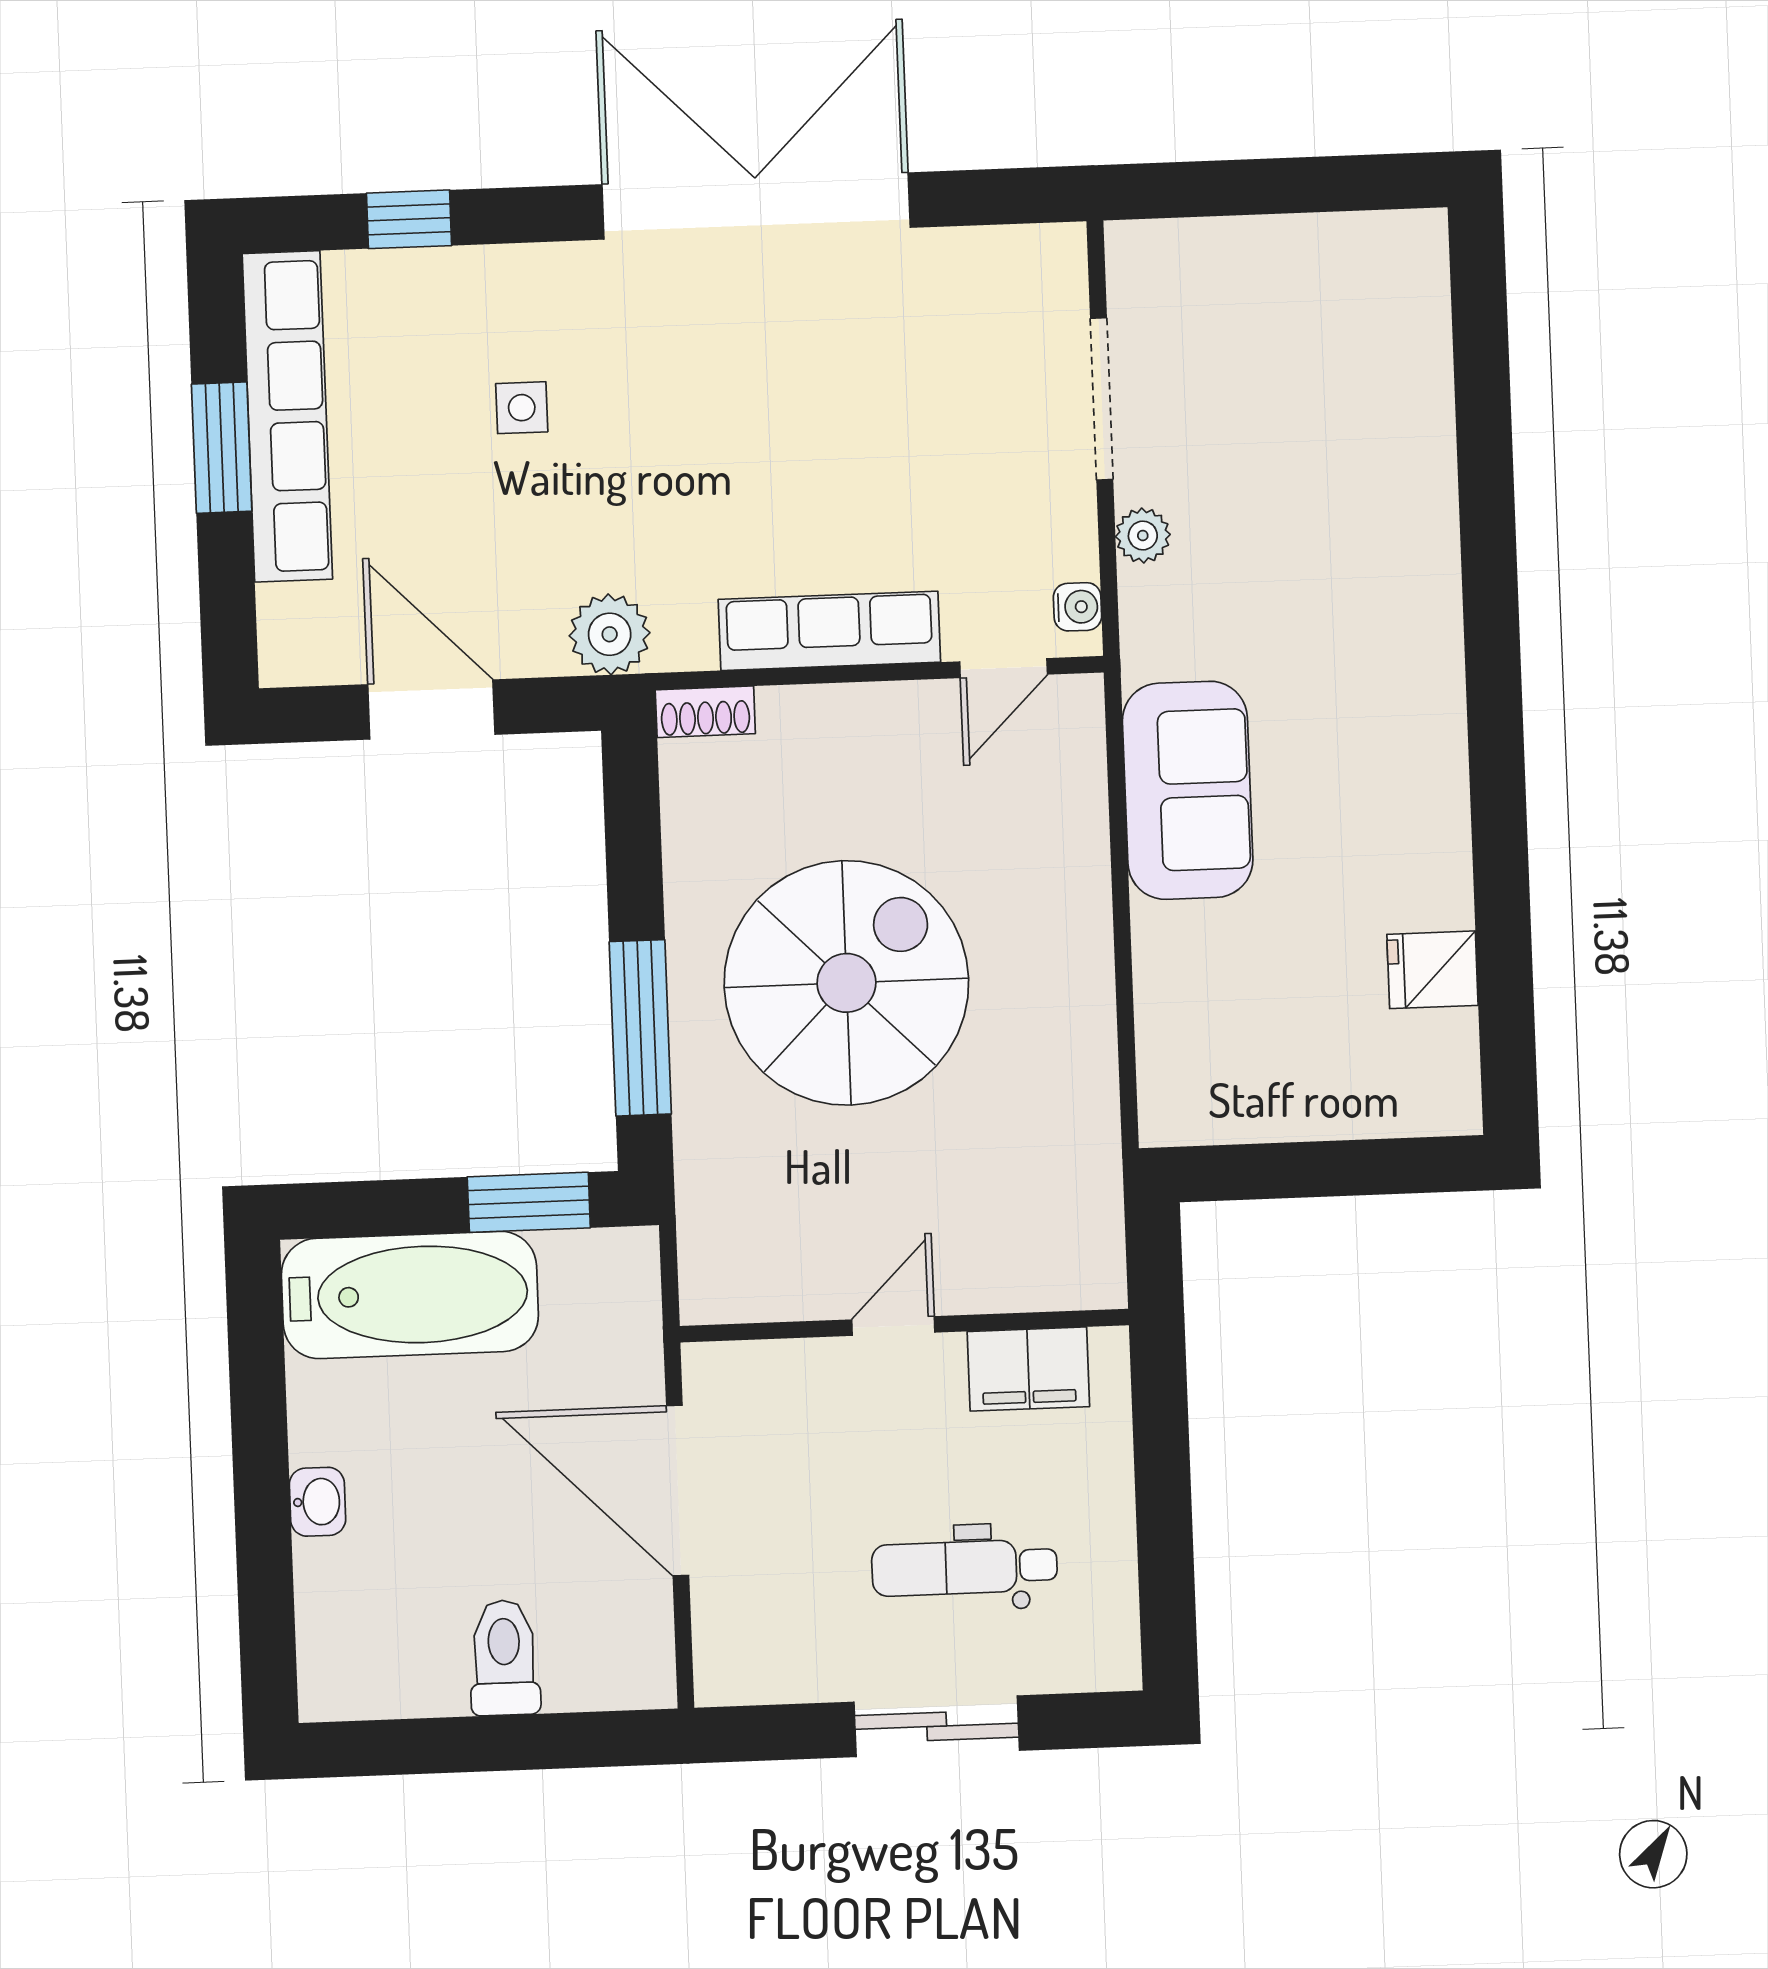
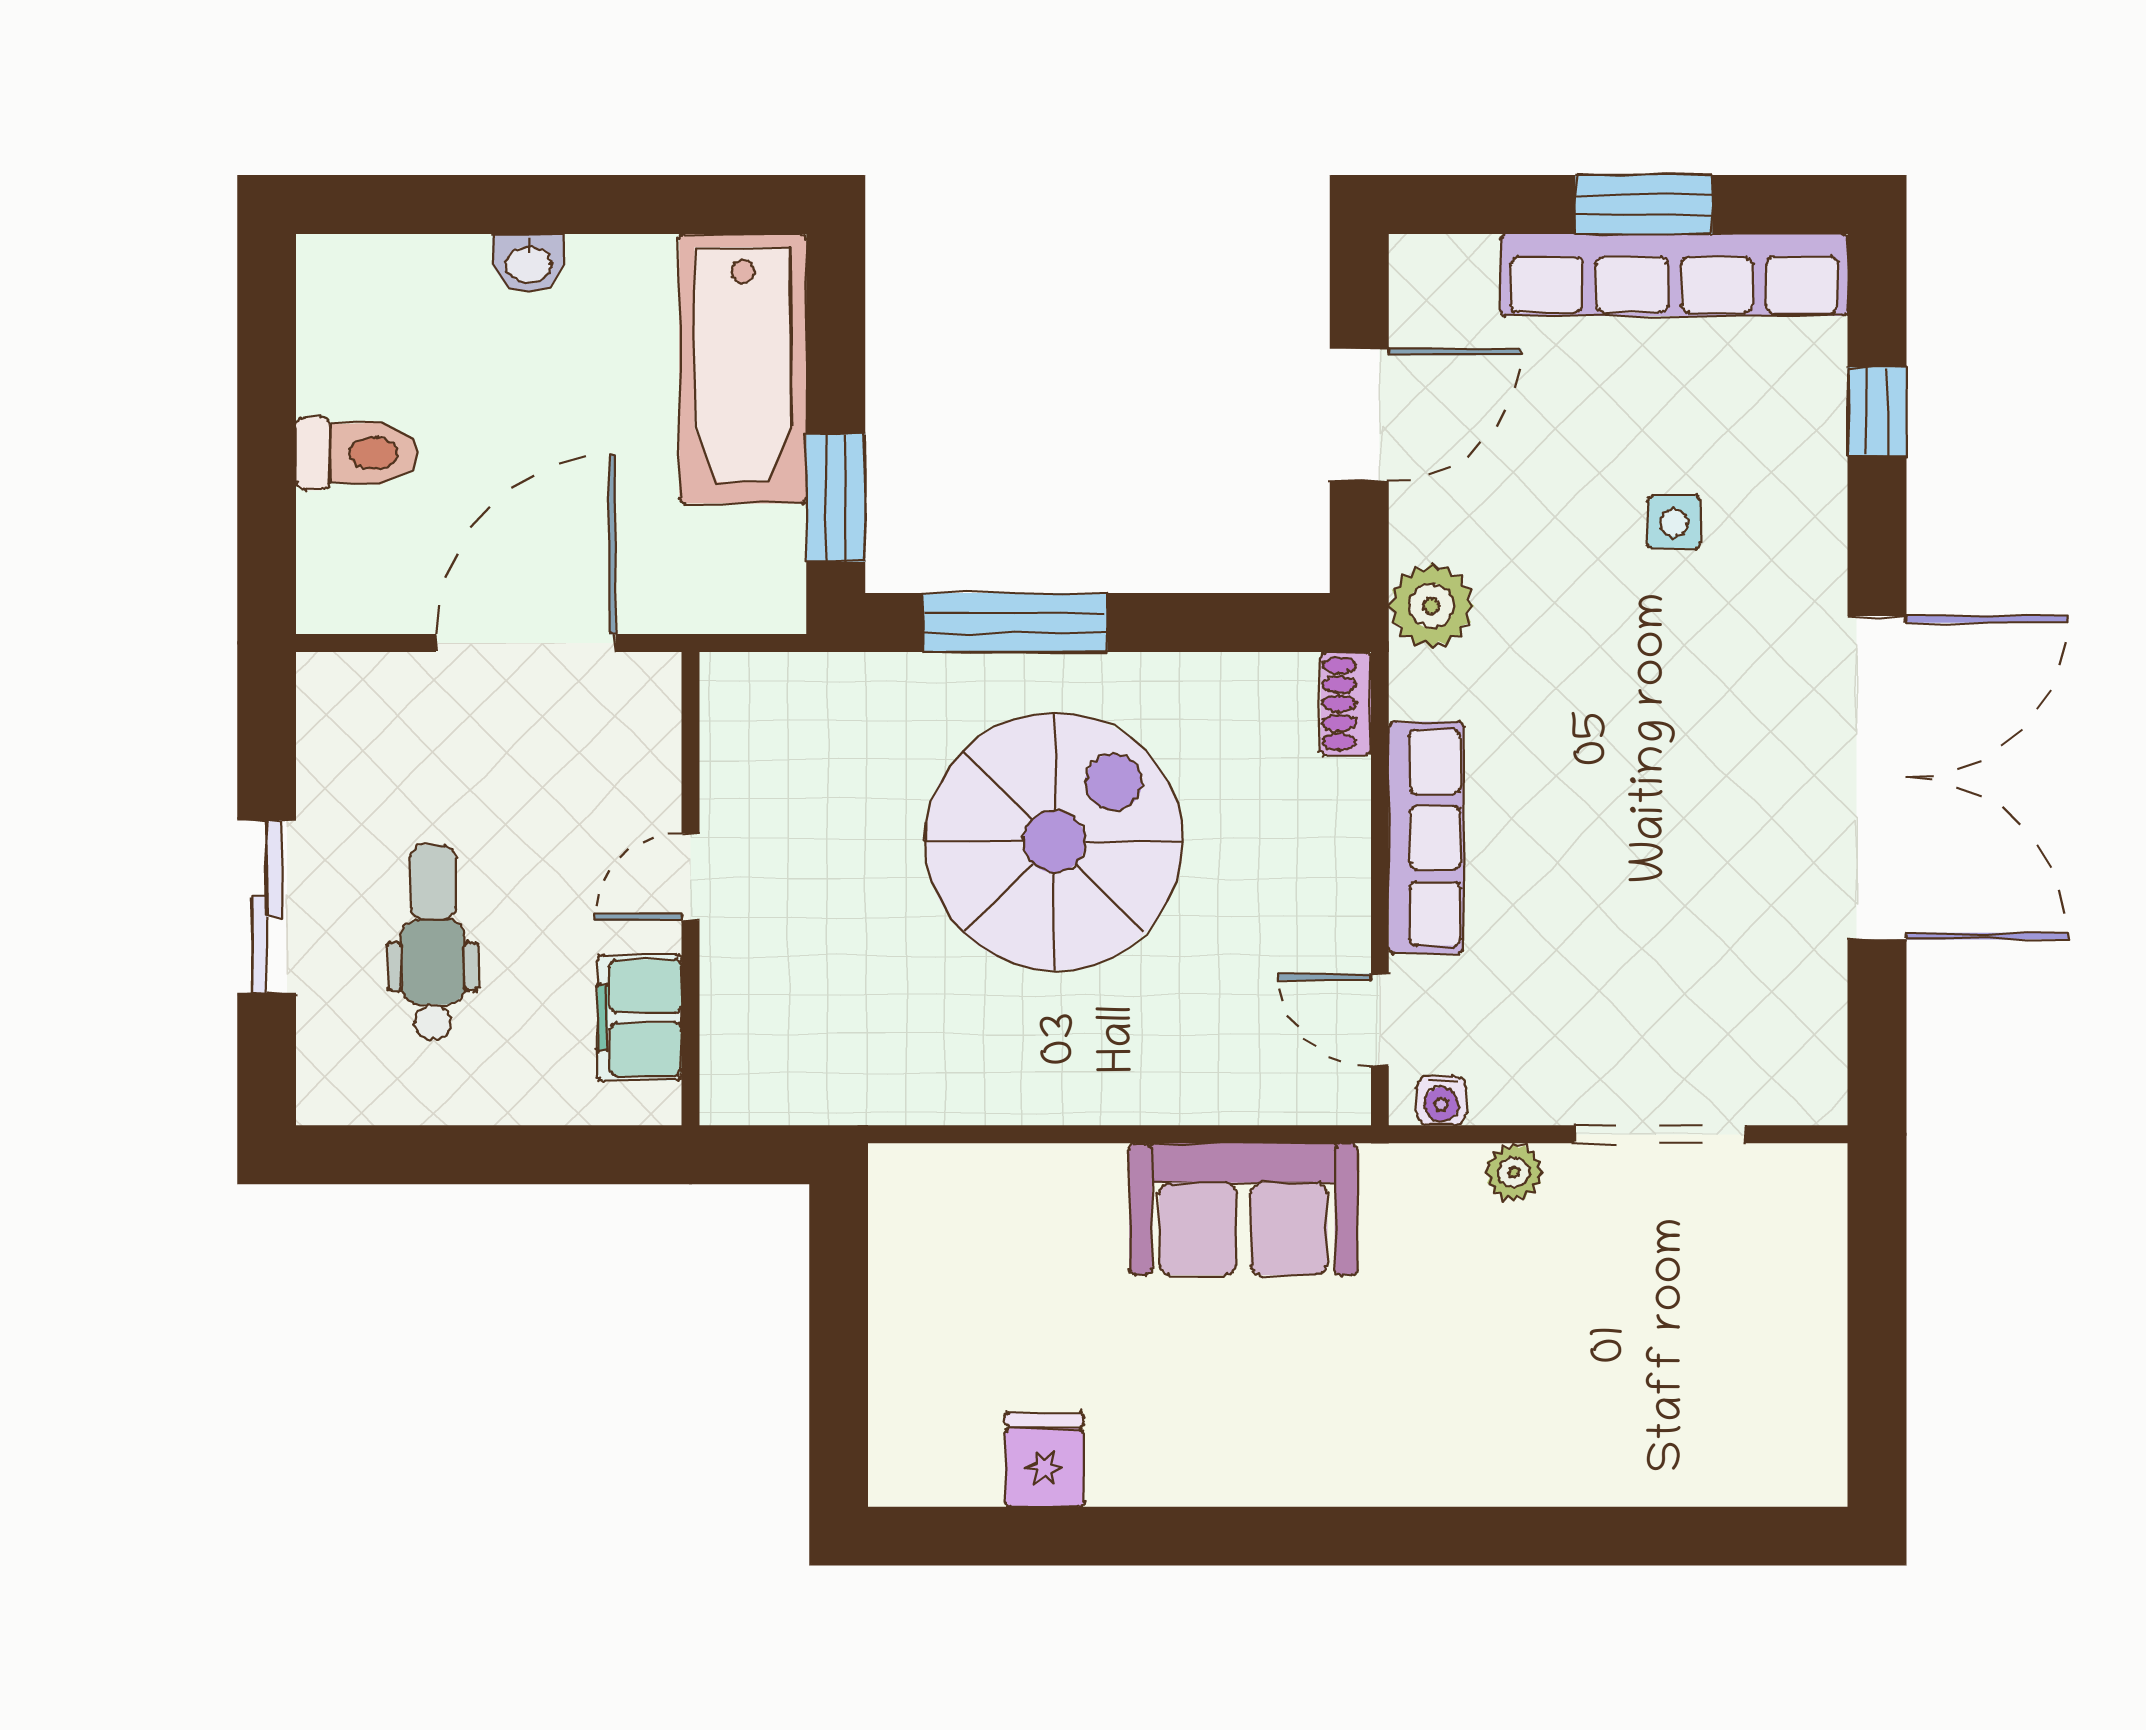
spiral stairs: (846, 983) -> (1054, 842), turned -90
door: (893, 1326) -> (691, 877), swing flipped

